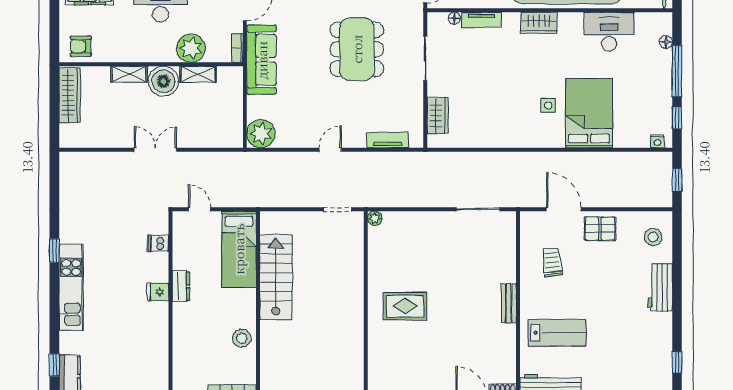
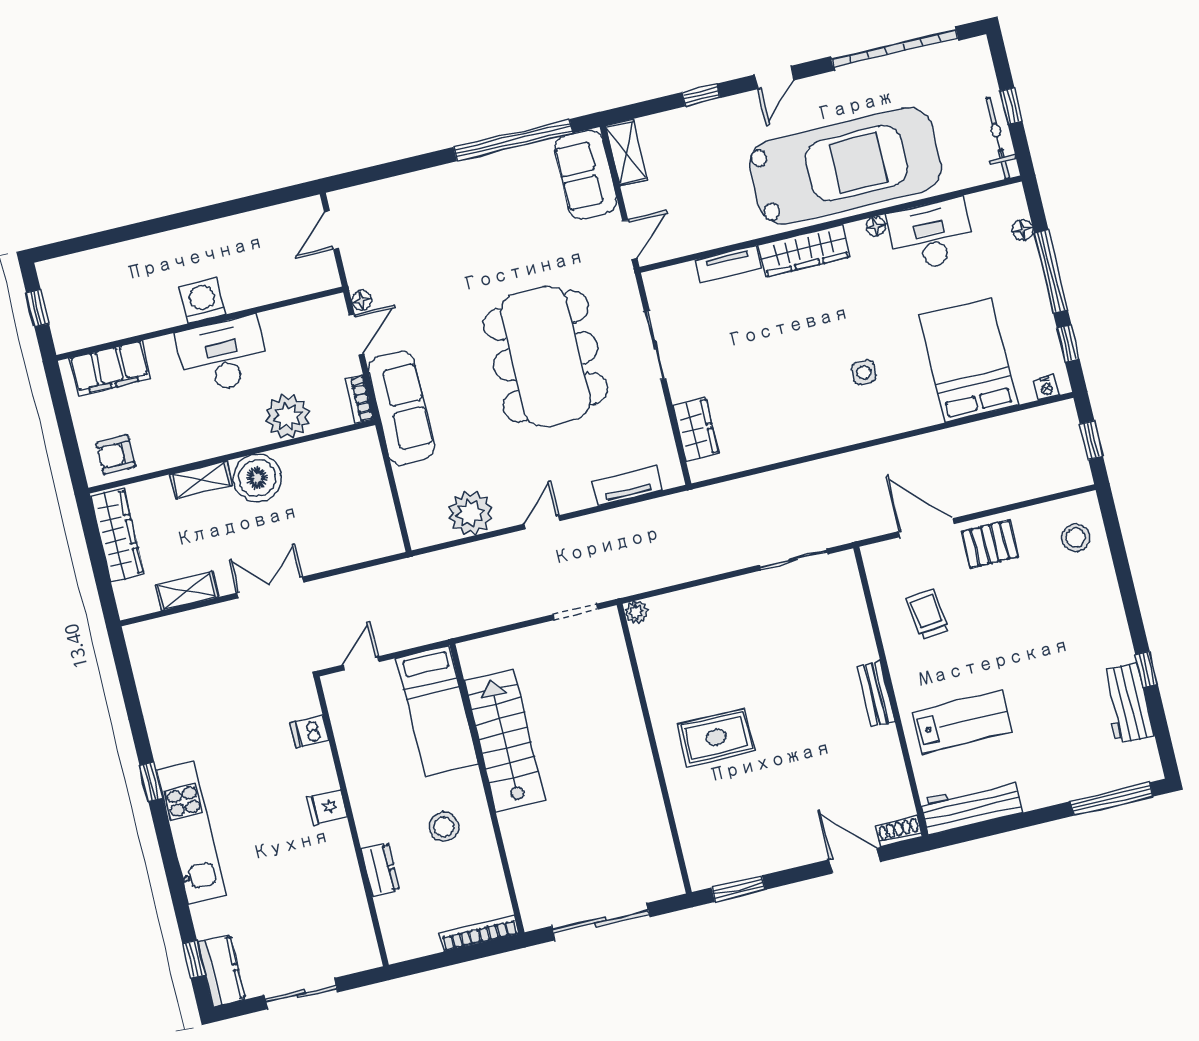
floor lamp: (454, 18) -> (876, 226), moved
wardrobe: (539, 23) -> (804, 251), width x1.50
dining table: (357, 49) -> (546, 356), width x1.36, depth x1.24
shelving: (198, 74) -> (187, 591), moved
bed: (589, 113) -> (968, 360), moved
plant: (261, 134) -> (471, 513), moved
door: (200, 209) -> (361, 663), hinge flipped
dresser: (181, 286) -> (380, 870), moved
workbench: (660, 287) -> (1127, 703), moved
stool: (242, 338) -> (444, 827), moved
window: (677, 362) -> (1146, 669), moved

